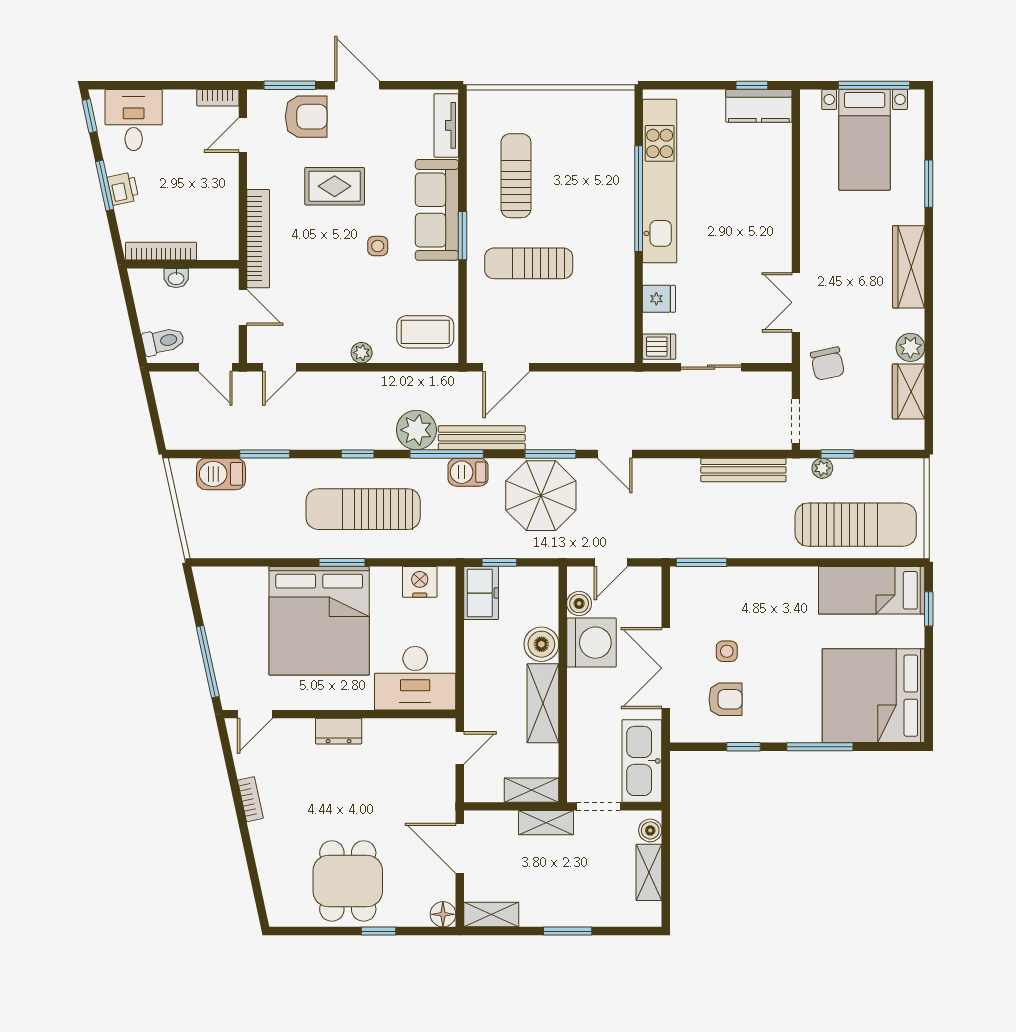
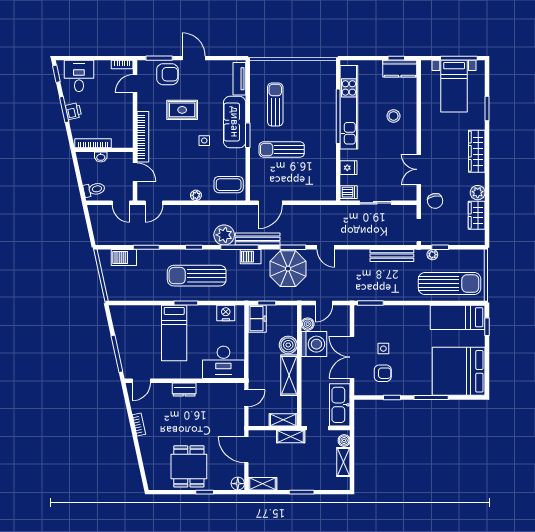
stool: (747, 198) -> (393, 116), added
bed: (319, 621) -> (174, 333), width x0.49

